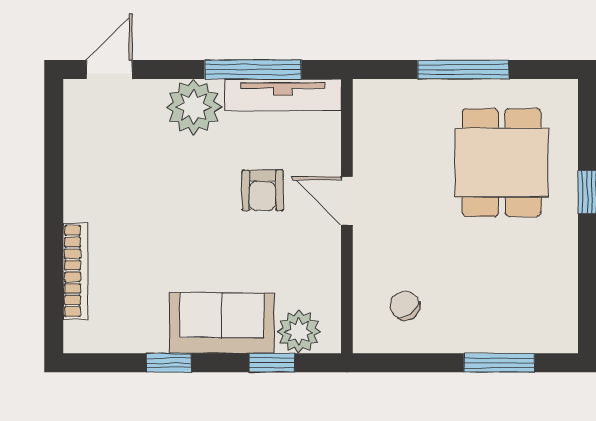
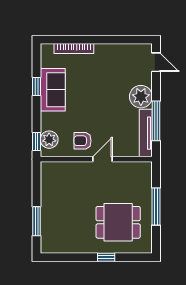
armchair: (263, 190) -> (83, 141), moved
chair: (405, 306) -> (60, 183), removed
sofa: (222, 323) -> (53, 90), moved
window: (272, 363) -> (37, 141), moved

